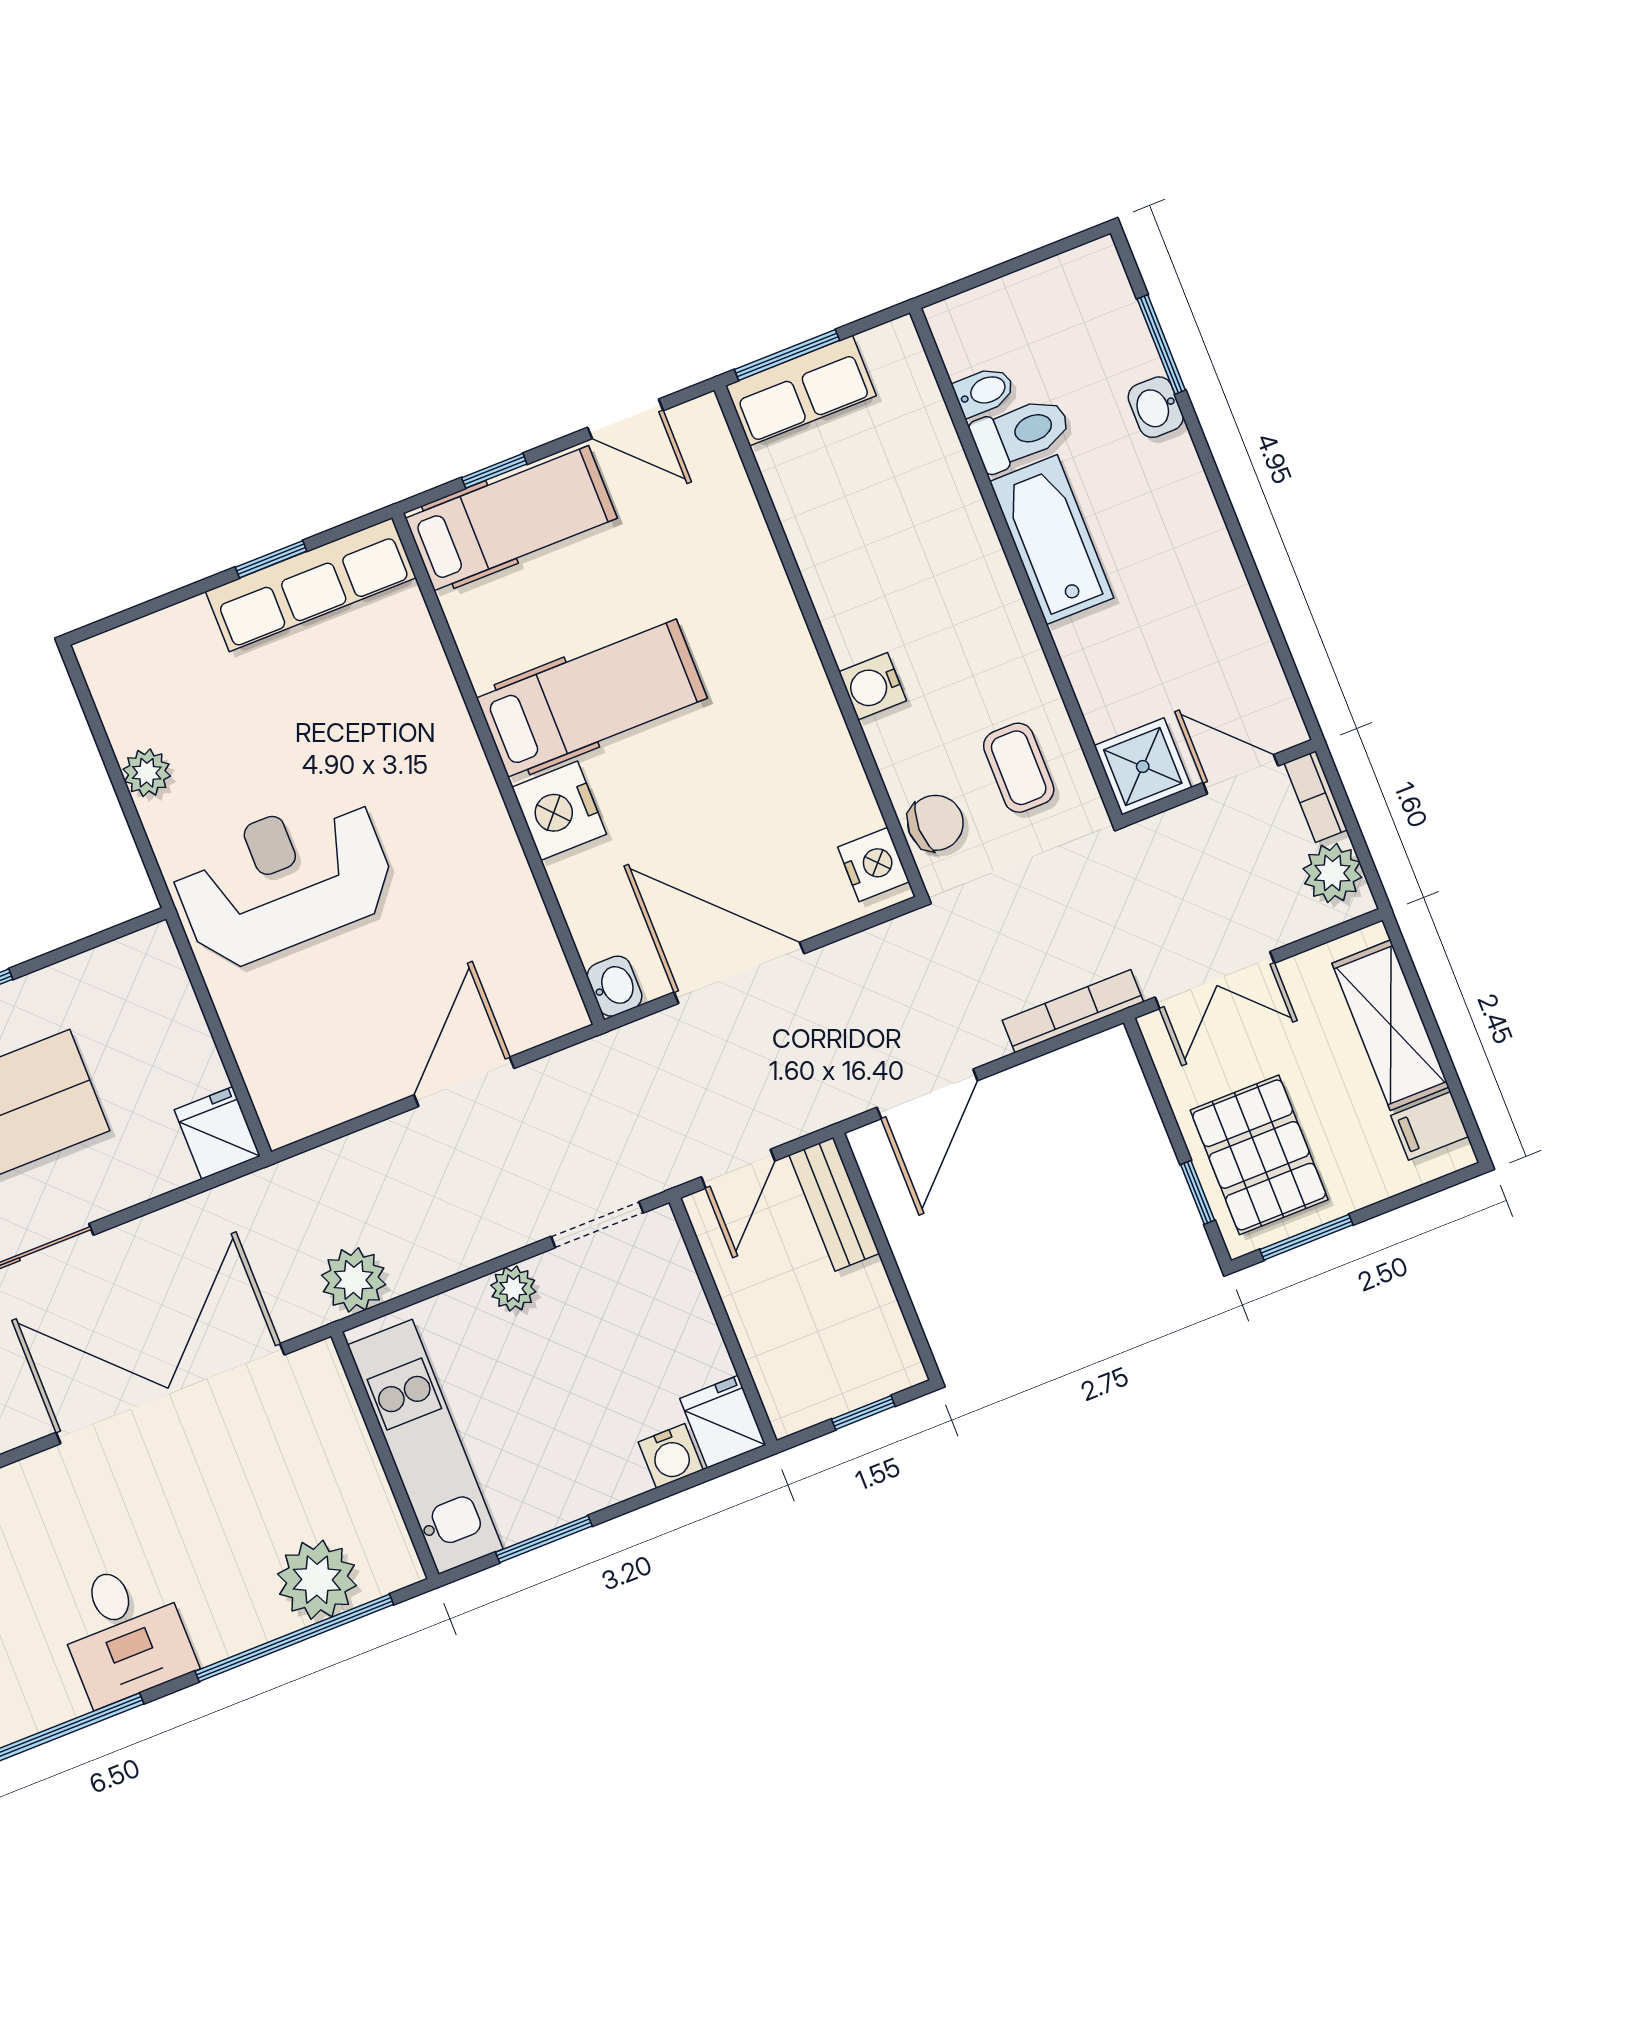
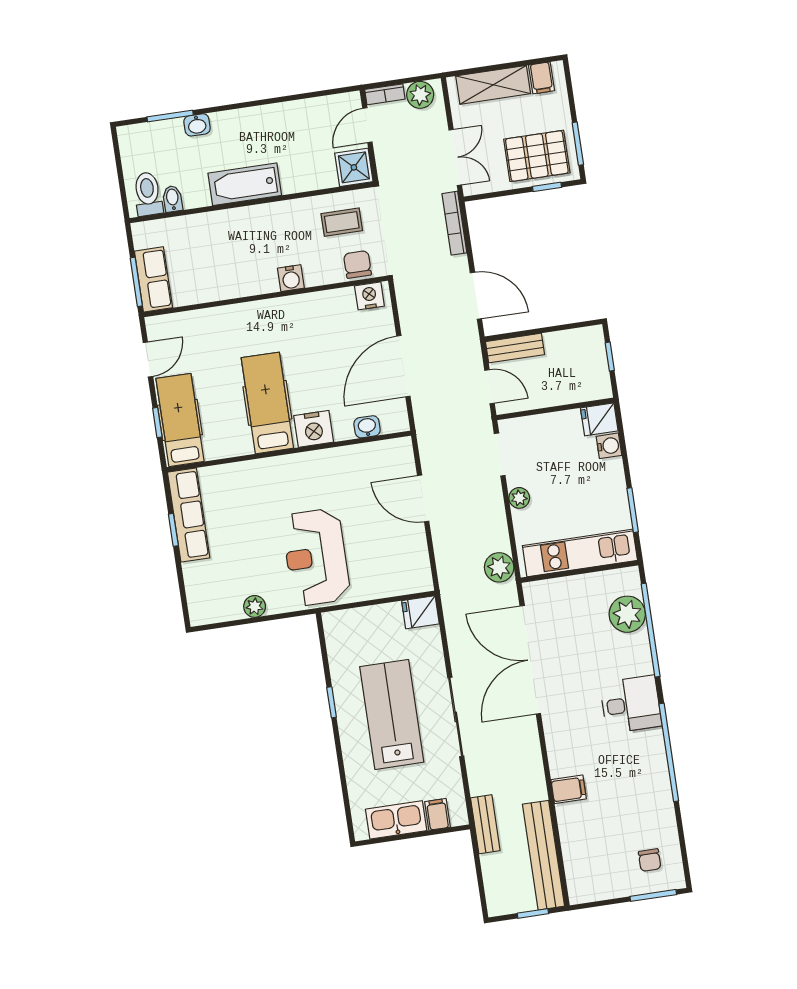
toilet: (1021, 433) -> (148, 194), moved
washbasin: (615, 986) -> (367, 427), moved

